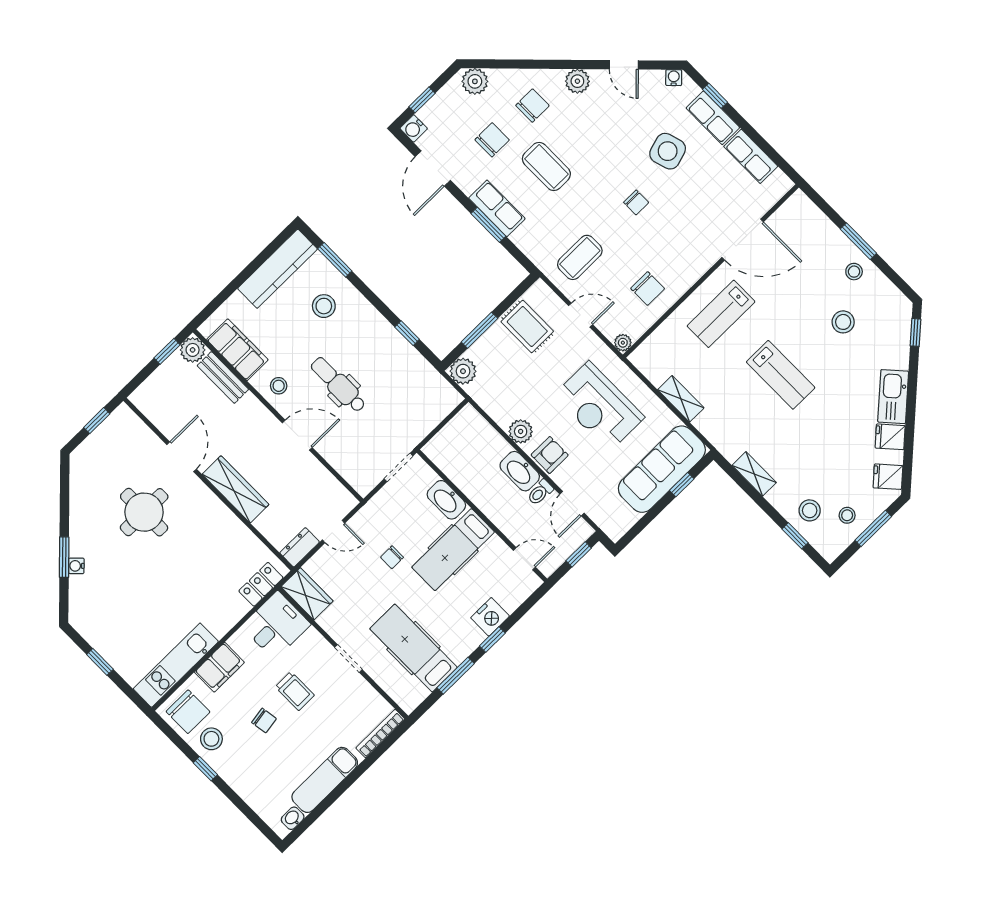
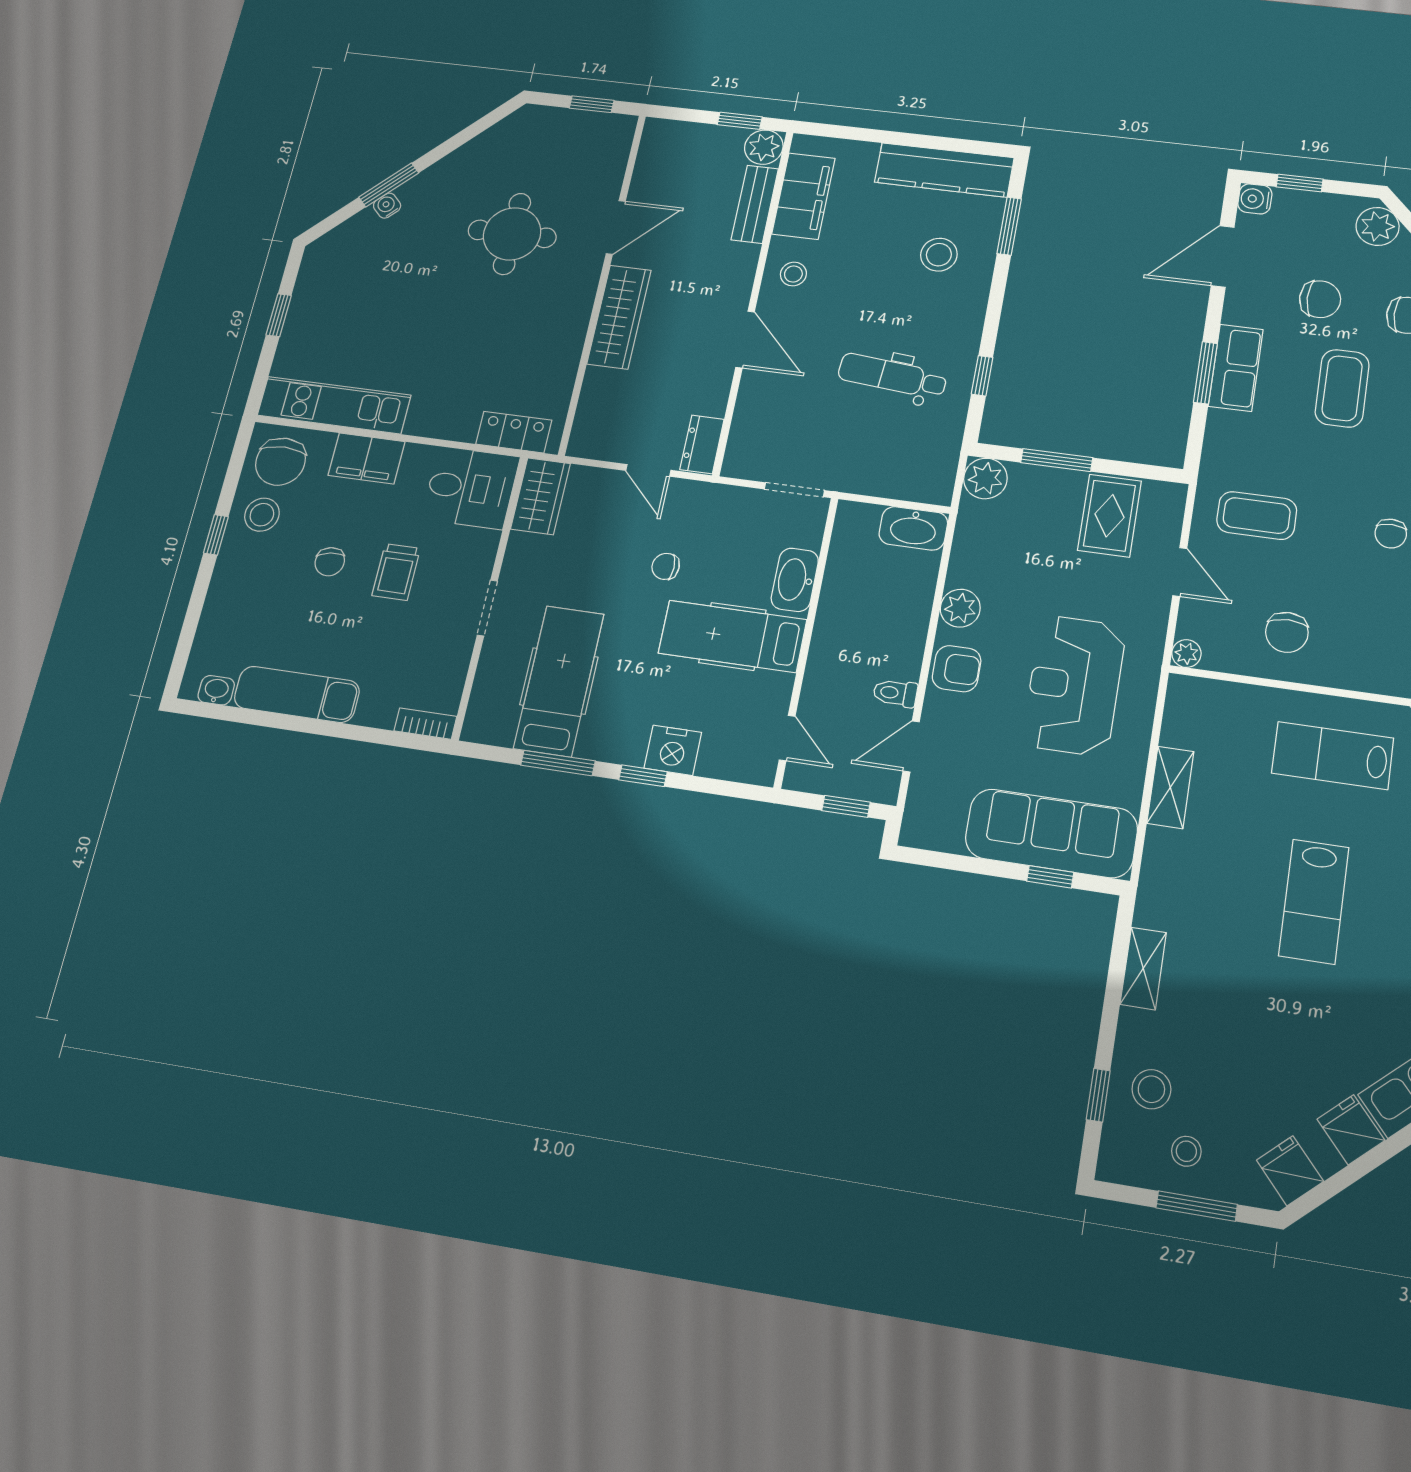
dental chair: (338, 385) -> (892, 376), moved, turned -85
washbasin: (520, 471) -> (913, 528), moved, turned -90
dresser: (300, 547) -> (702, 444), moved, turned -90
bookcase: (380, 734) -> (425, 724), width x0.64

